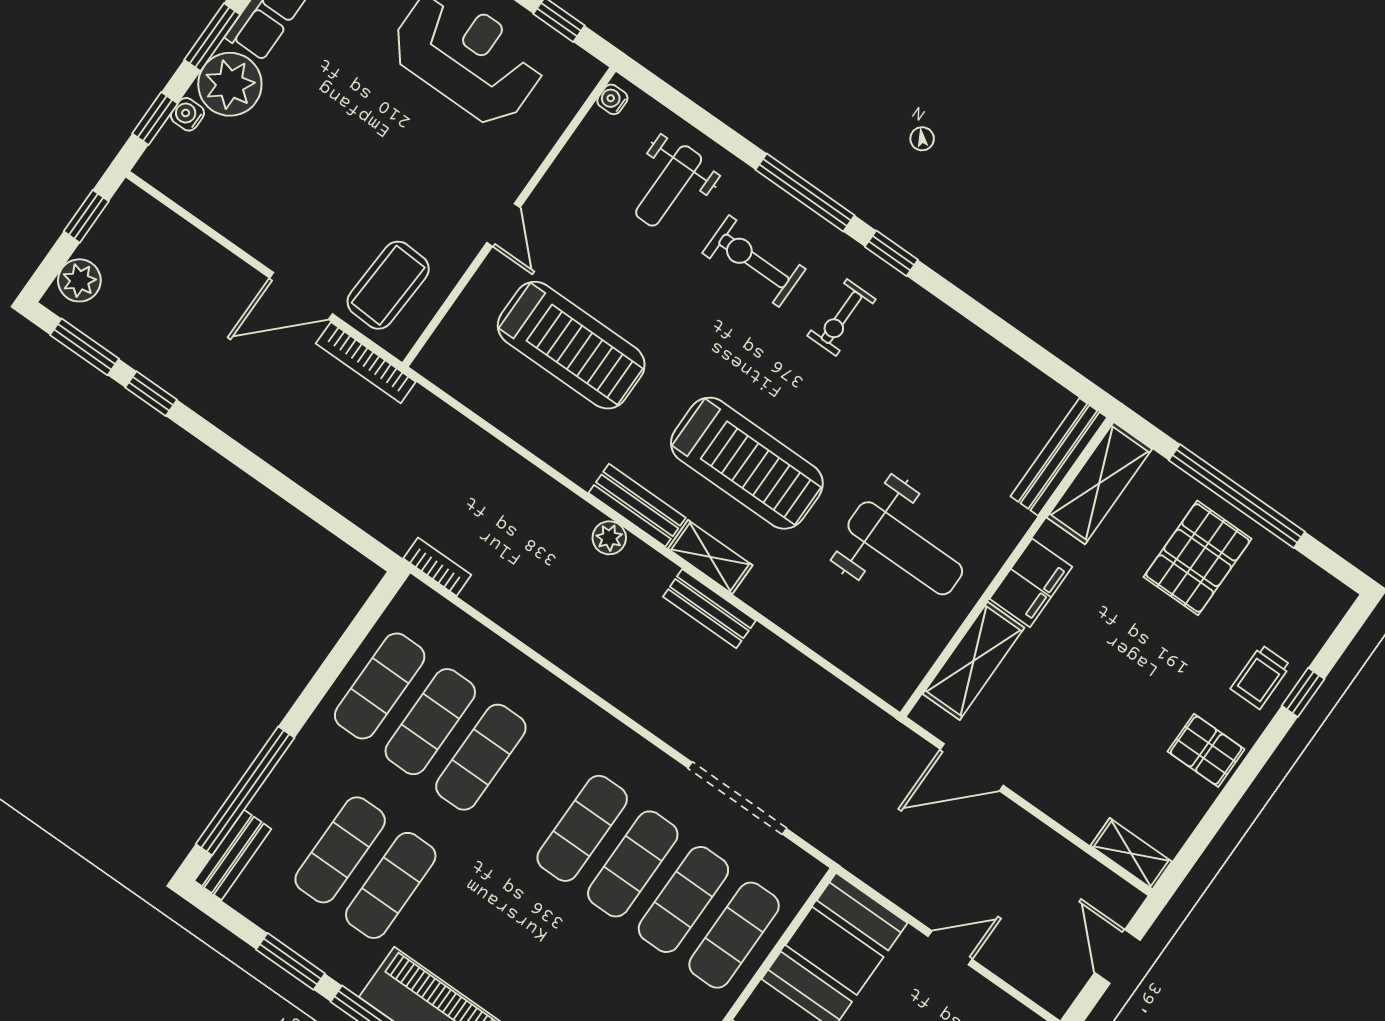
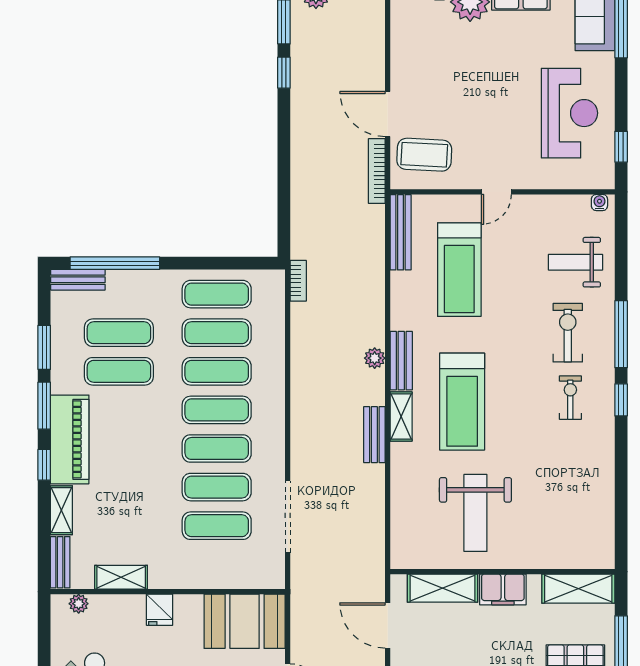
exercise bike: (841, 317) -> (570, 398), turned 90
bench: (1059, 457) -> (401, 232), moved, turned 90
exercise mat: (734, 935) -> (217, 410), moved

